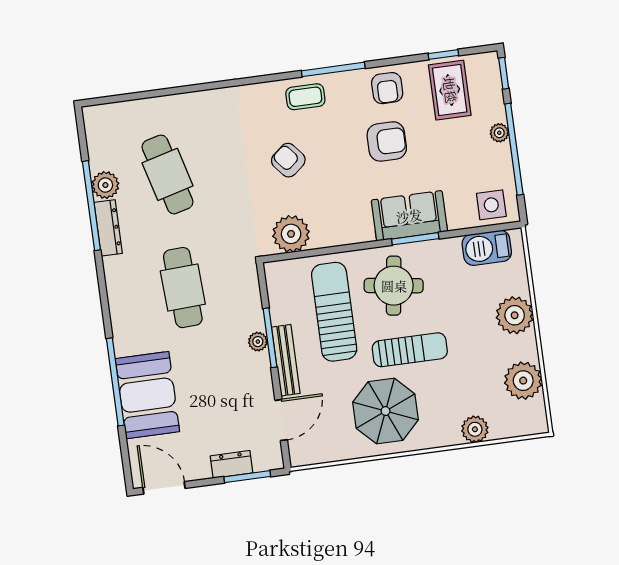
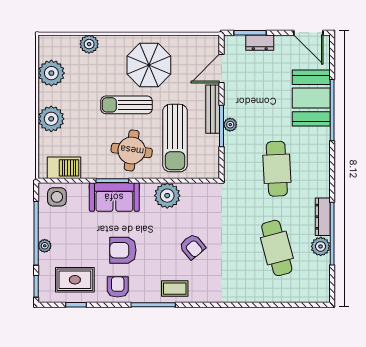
rug: (450, 90) -> (75, 280), turned 90
plant: (291, 234) -> (167, 196), moved

